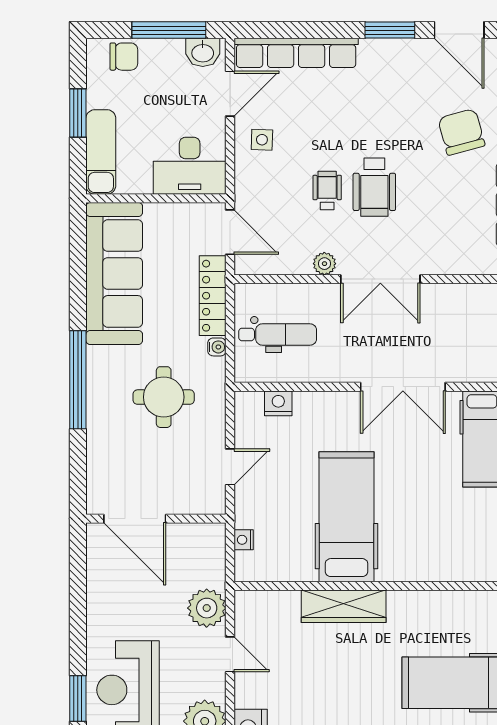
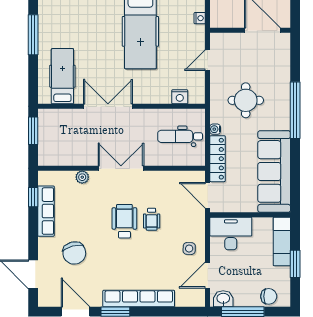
row of seats: (296, 53) -> (139, 299), moved
chair: (124, 57) -> (269, 296), turned 180
plant: (324, 264) -> (82, 177), moved

